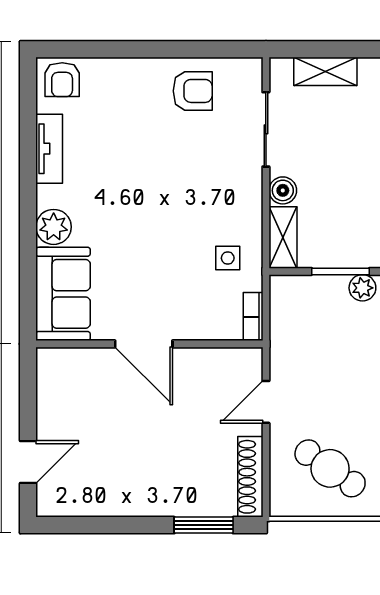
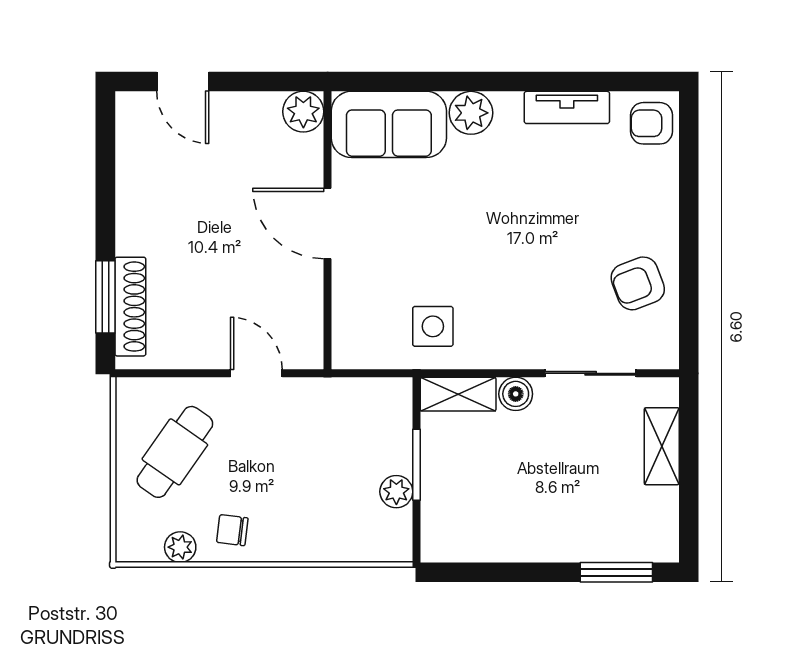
armchair: (193, 91) -> (638, 283), turned 69
side table: (228, 258) -> (433, 326), width x1.37, depth x1.37
bookcase: (253, 317) -> (361, 358), removed
door: (144, 344) -> (328, 223), hinge flipped
plant: (53, 364) -> (303, 112), added
shoe rack: (250, 477) -> (130, 307), moved, turned 90

